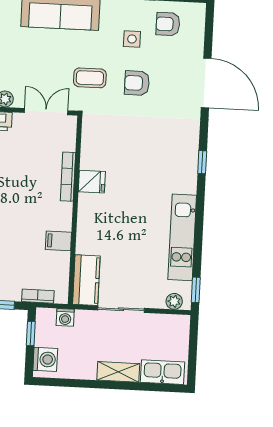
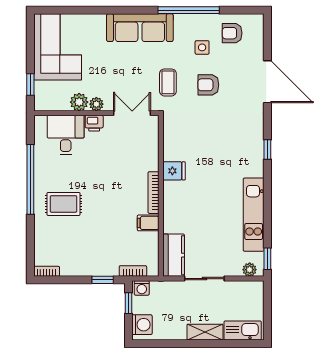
coffee table: (90, 78) -> (168, 82), turned 90
bookcase: (68, 177) -> (153, 193), moved
washing machine: (65, 317) -> (142, 288), moved

